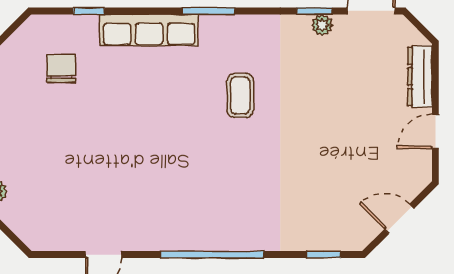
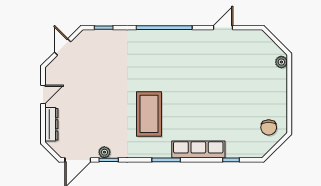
chair: (61, 68) -> (269, 127), moved
coffee table: (240, 96) -> (149, 114), width x1.86, depth x1.72
door: (399, 219) -> (63, 47), swing flipped

